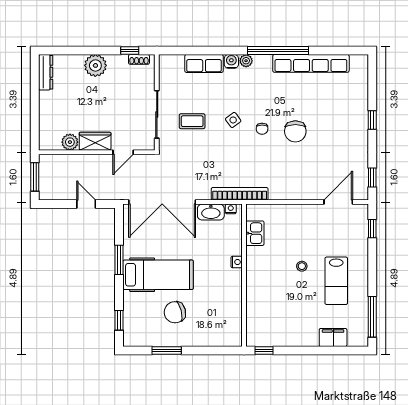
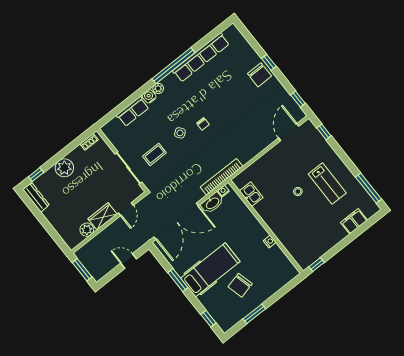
window: (130, 50) -> (36, 175), moved
chair: (295, 131) -> (259, 75), moved
nightstand: (237, 262) -> (270, 242), moved

